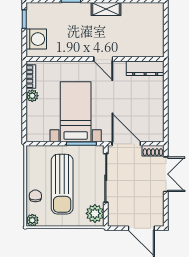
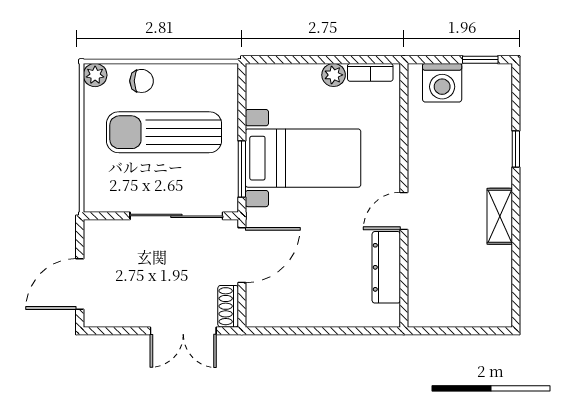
dresser: (145, 68) -> (386, 267), moved
plant: (95, 213) -> (108, 195), removed

